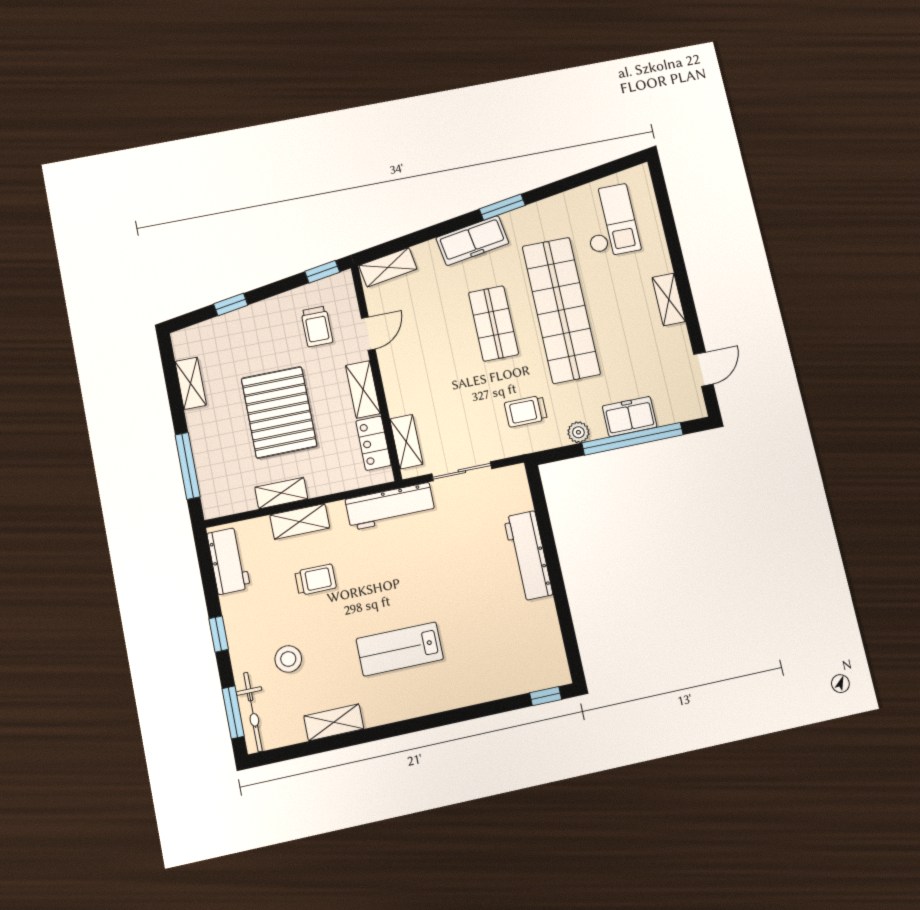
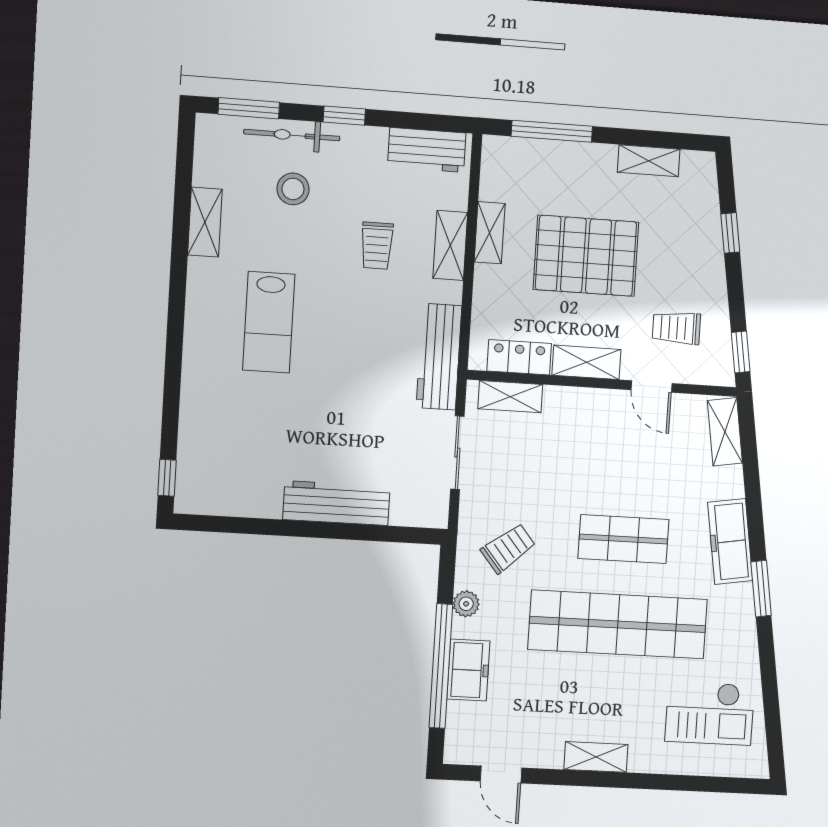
trolley: (526, 411) -> (508, 548), turned 51
lab bench: (400, 649) -> (269, 322), turned 180
bicycle: (253, 712) -> (292, 135), moved

